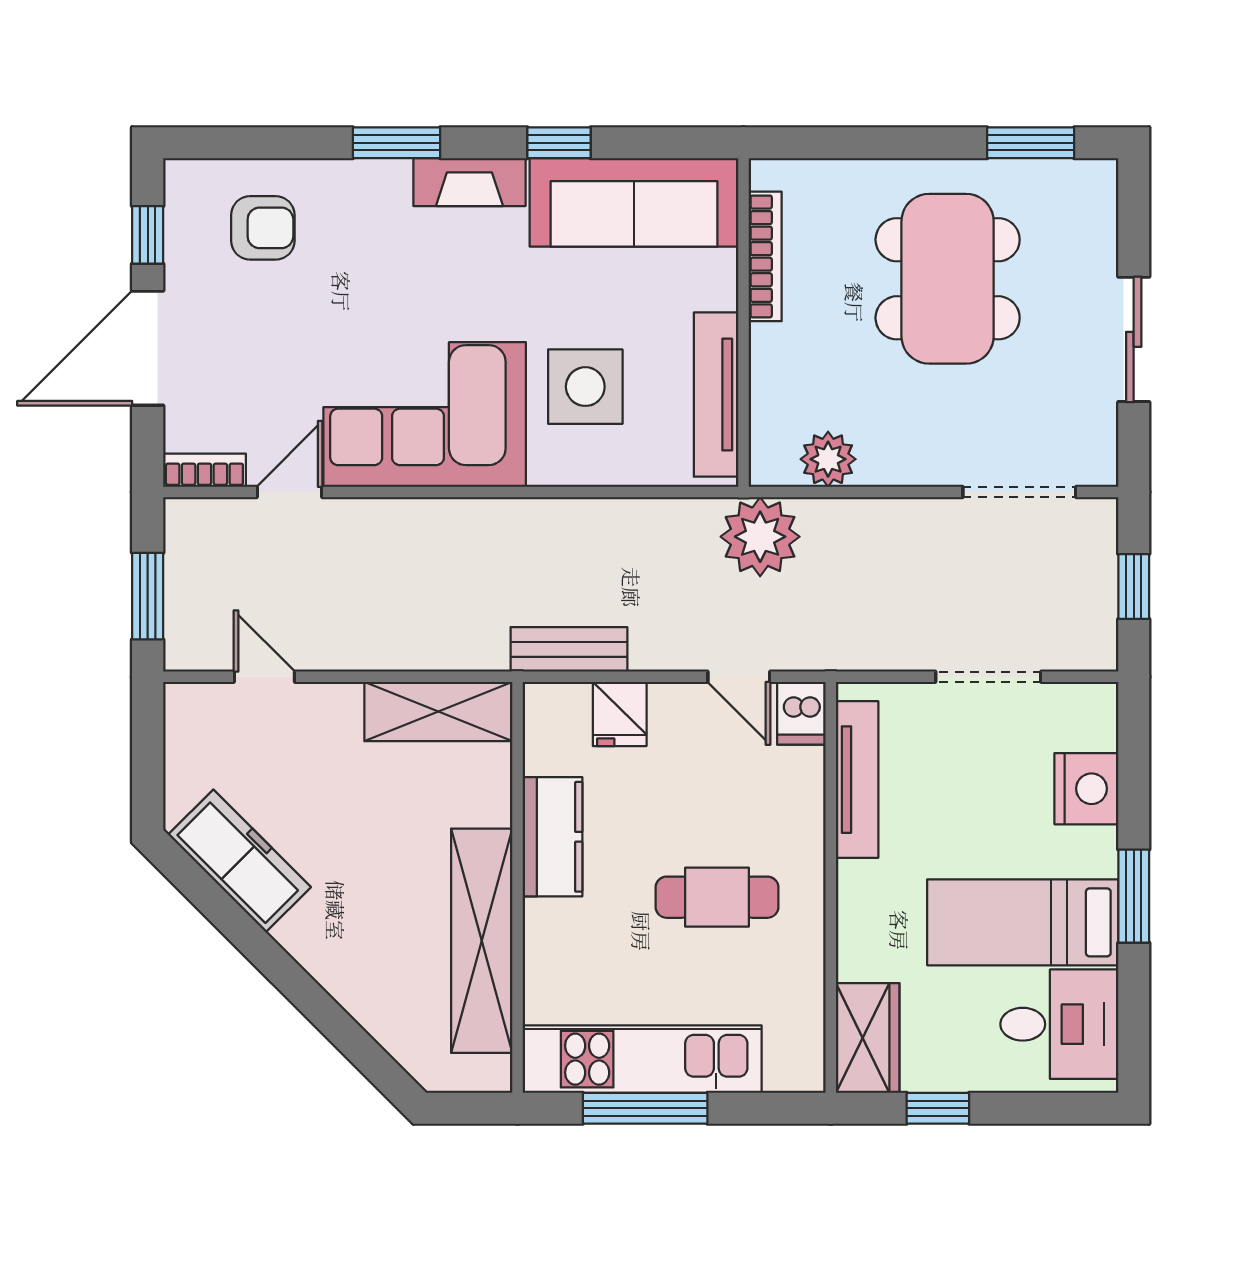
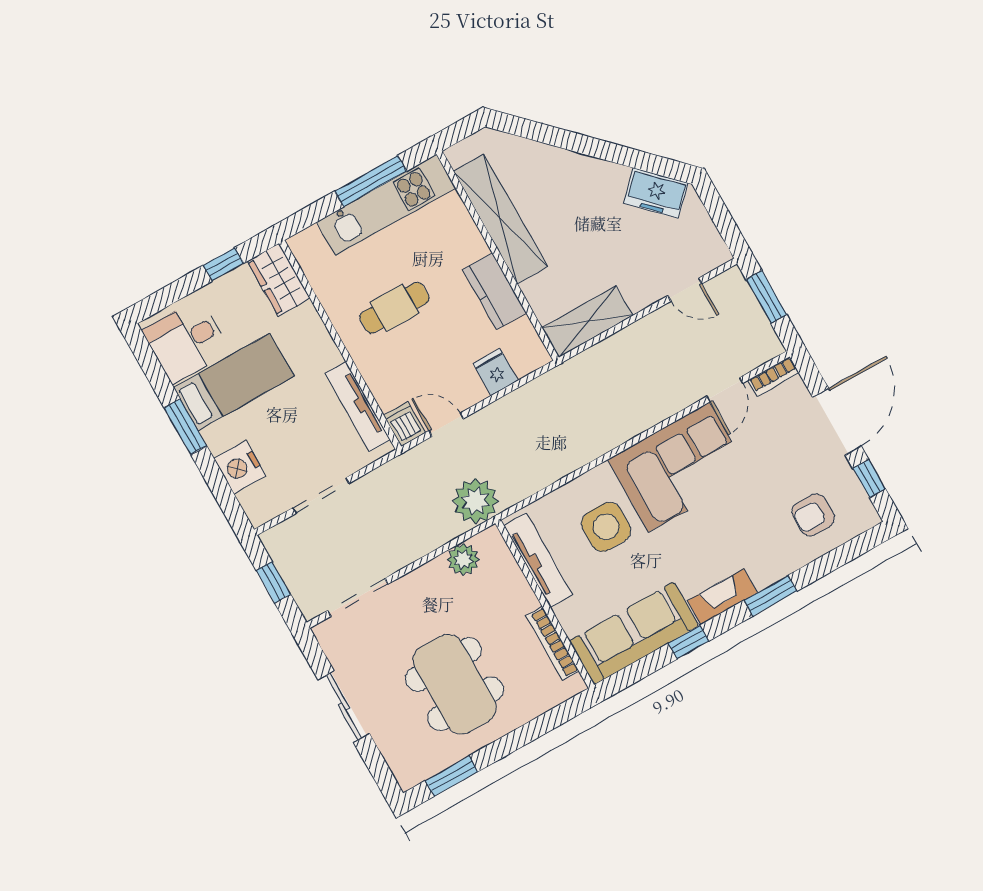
bench: (569, 649) -> (539, 390), removed
freezer: (240, 861) -> (656, 193), width x0.71

